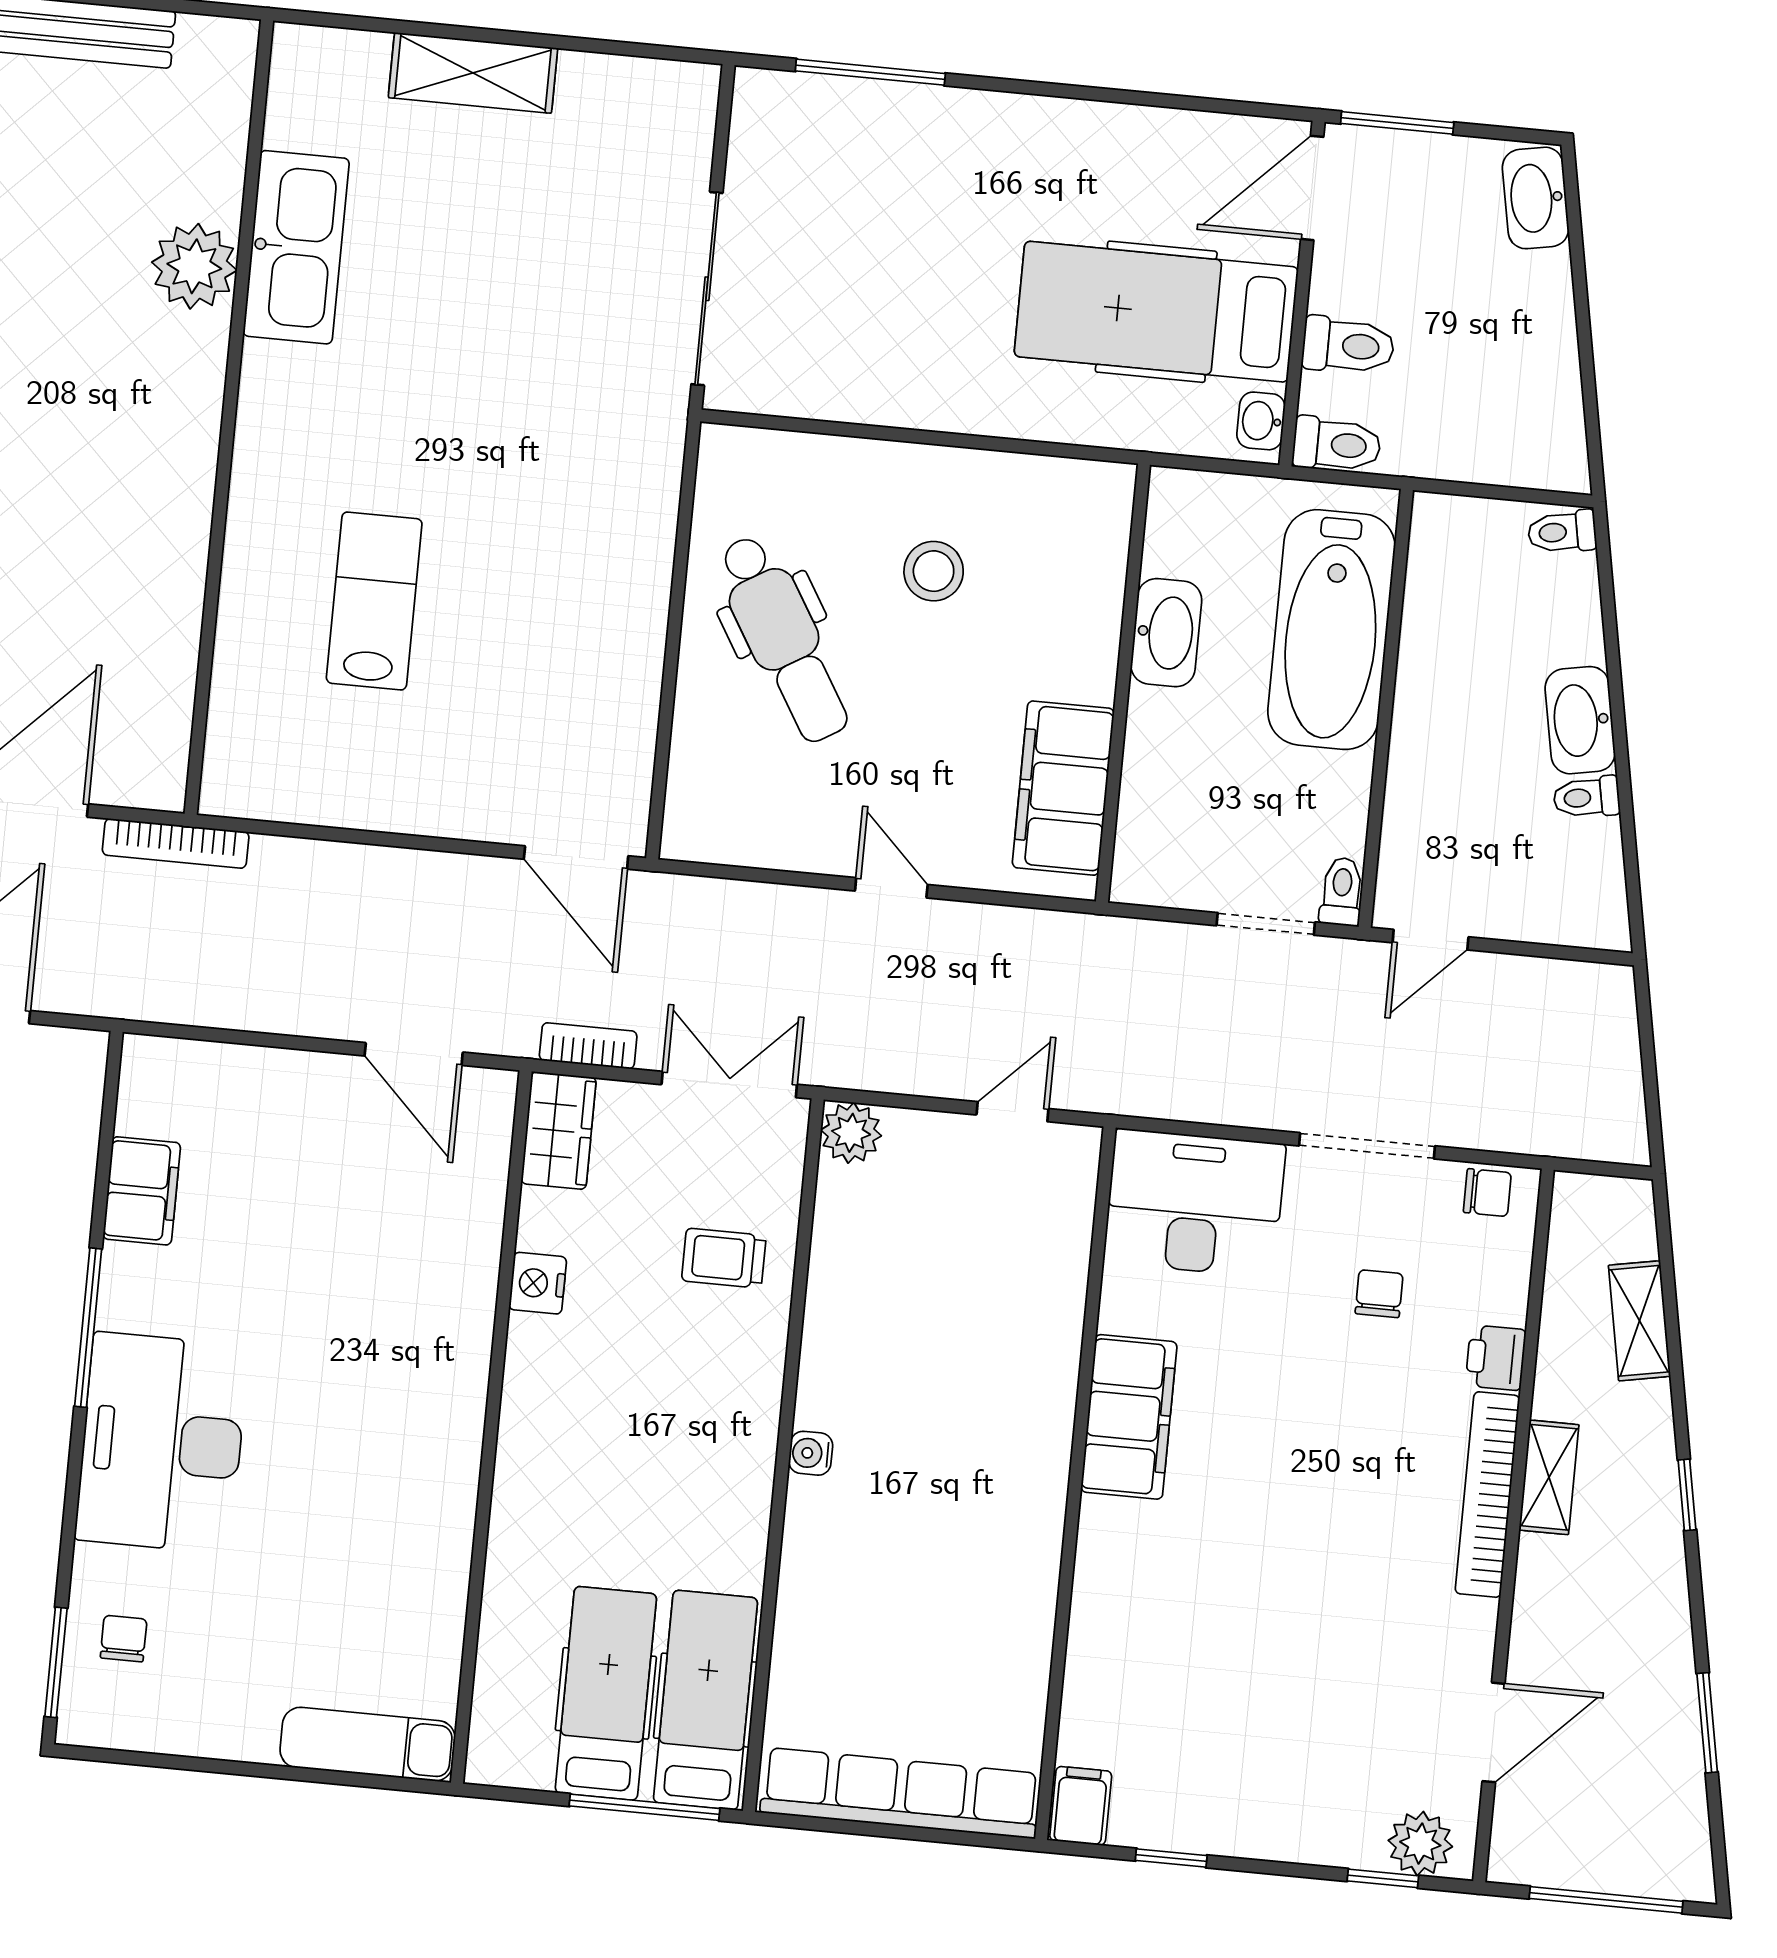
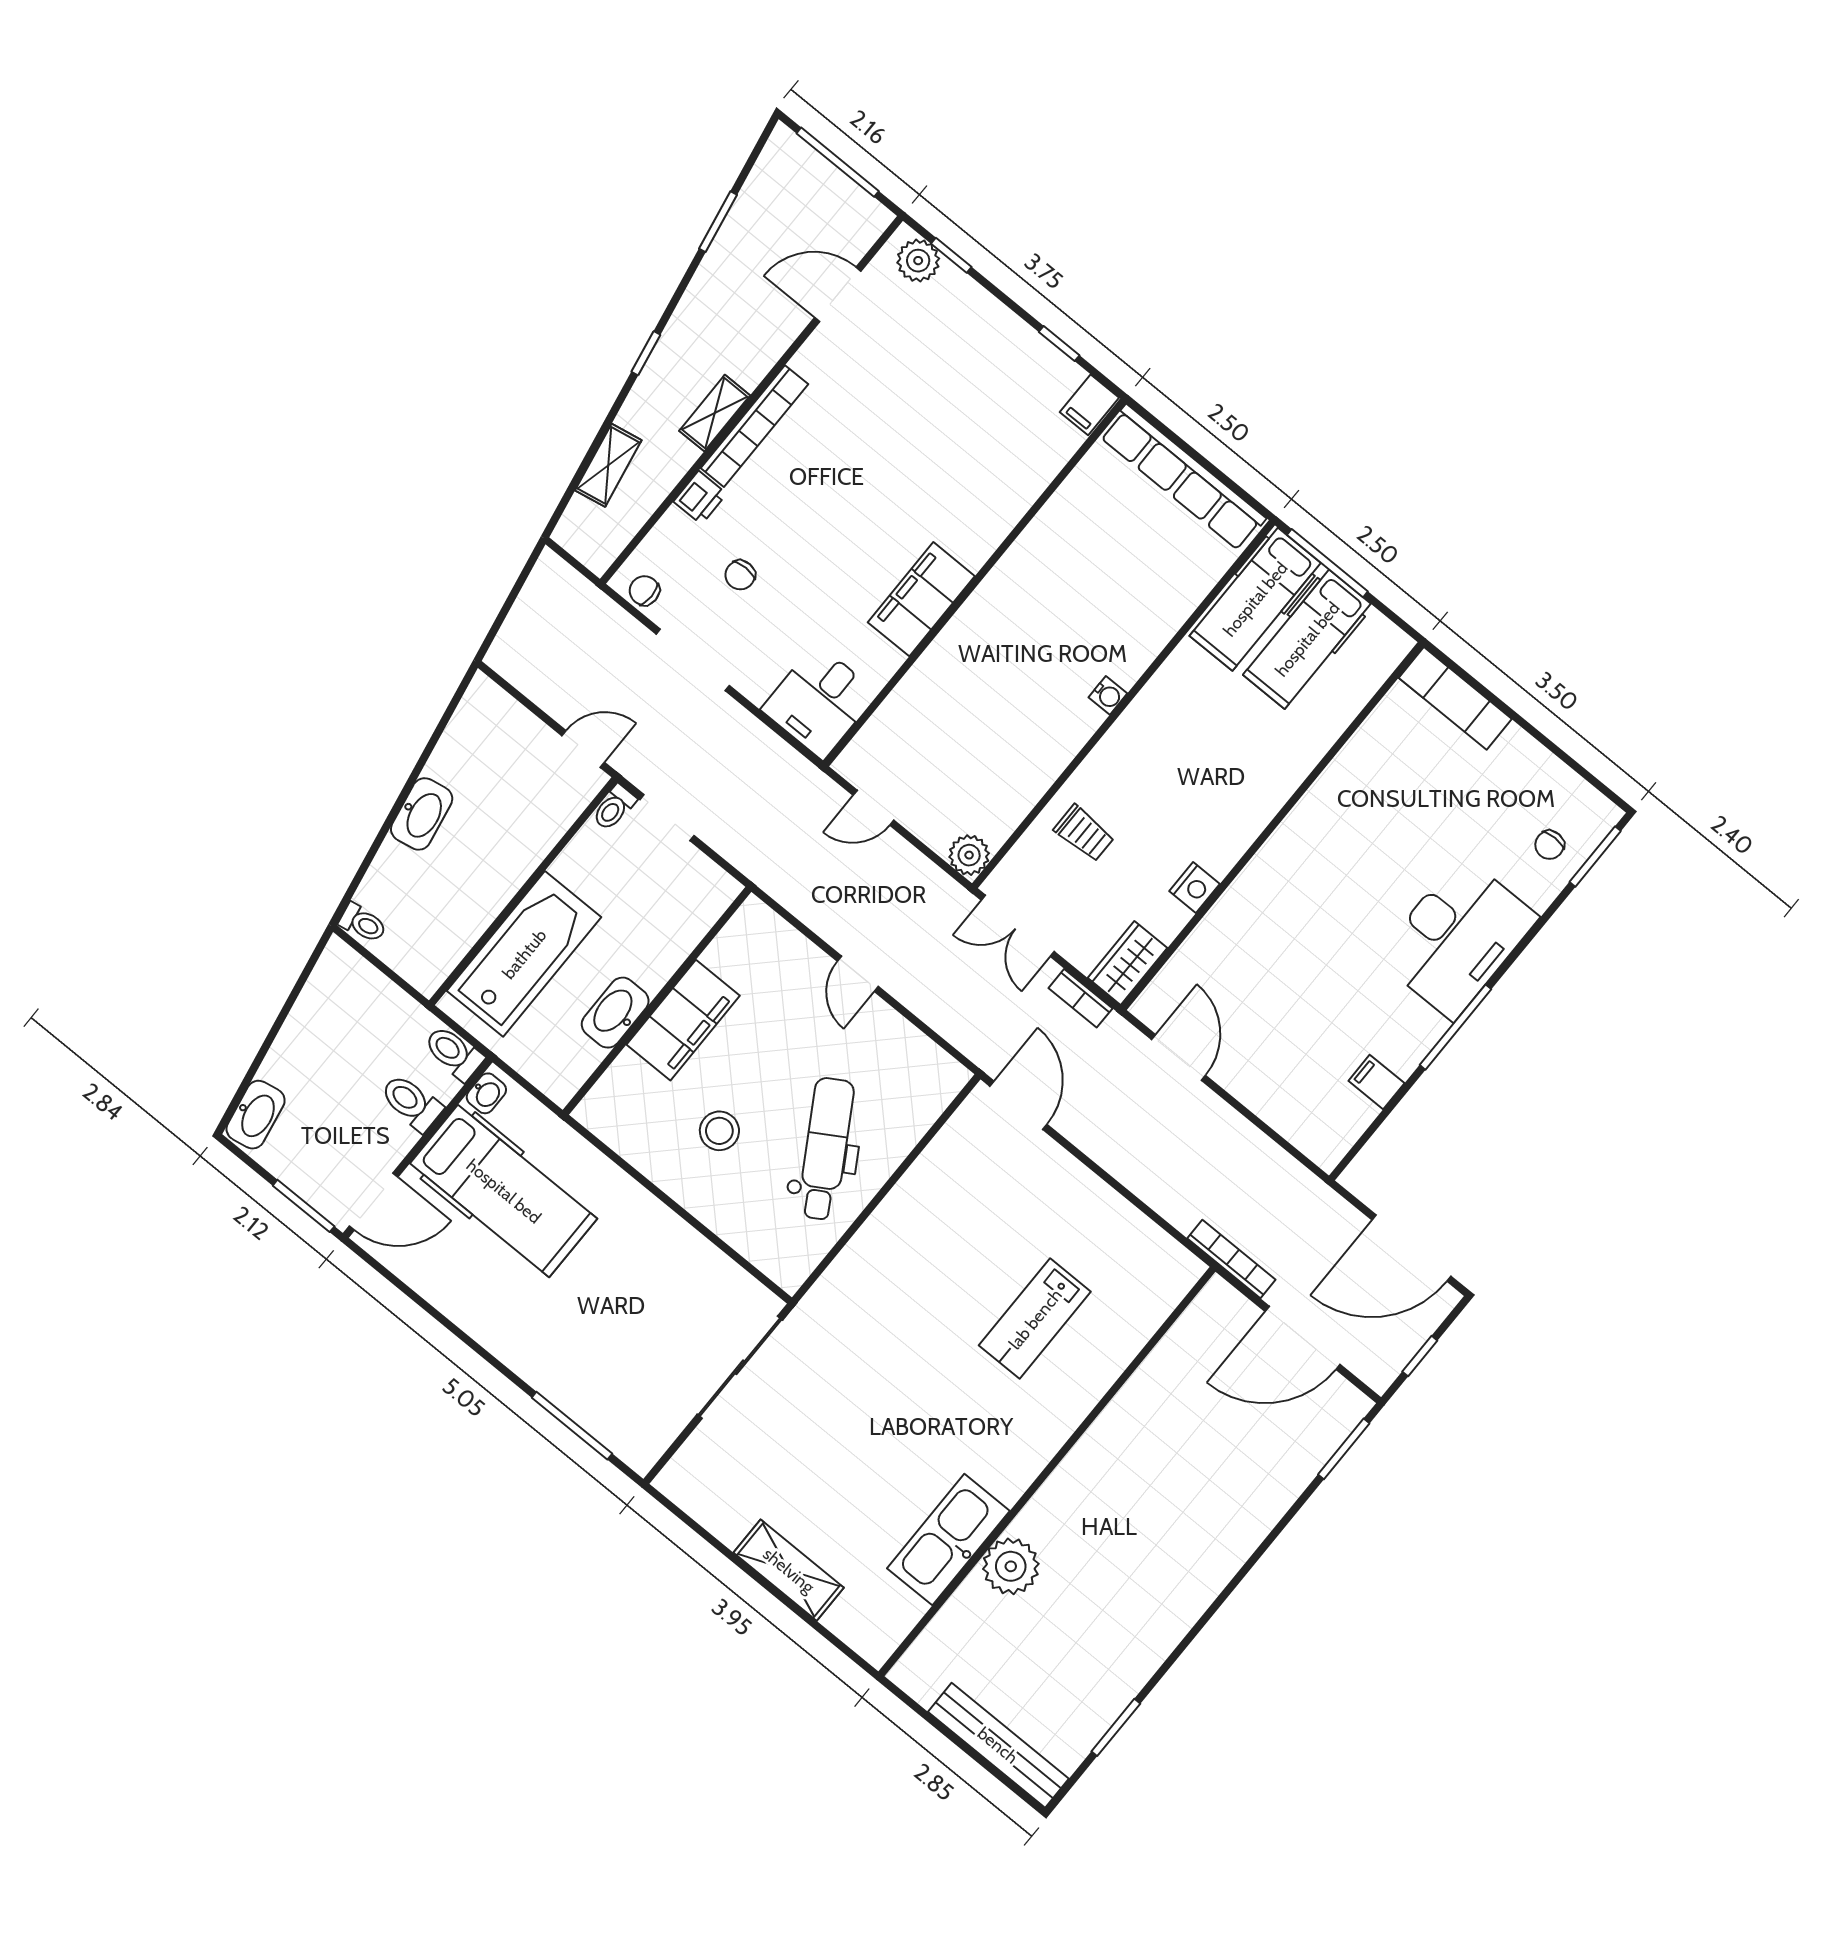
filing cabinet: (1063, 788) -> (683, 1020), moved
toilet: (1587, 797) -> (446, 770), removed
filing cabinet: (142, 1191) -> (1376, 1082), width x0.50
desk: (1195, 1203) -> (819, 701), width x0.73

